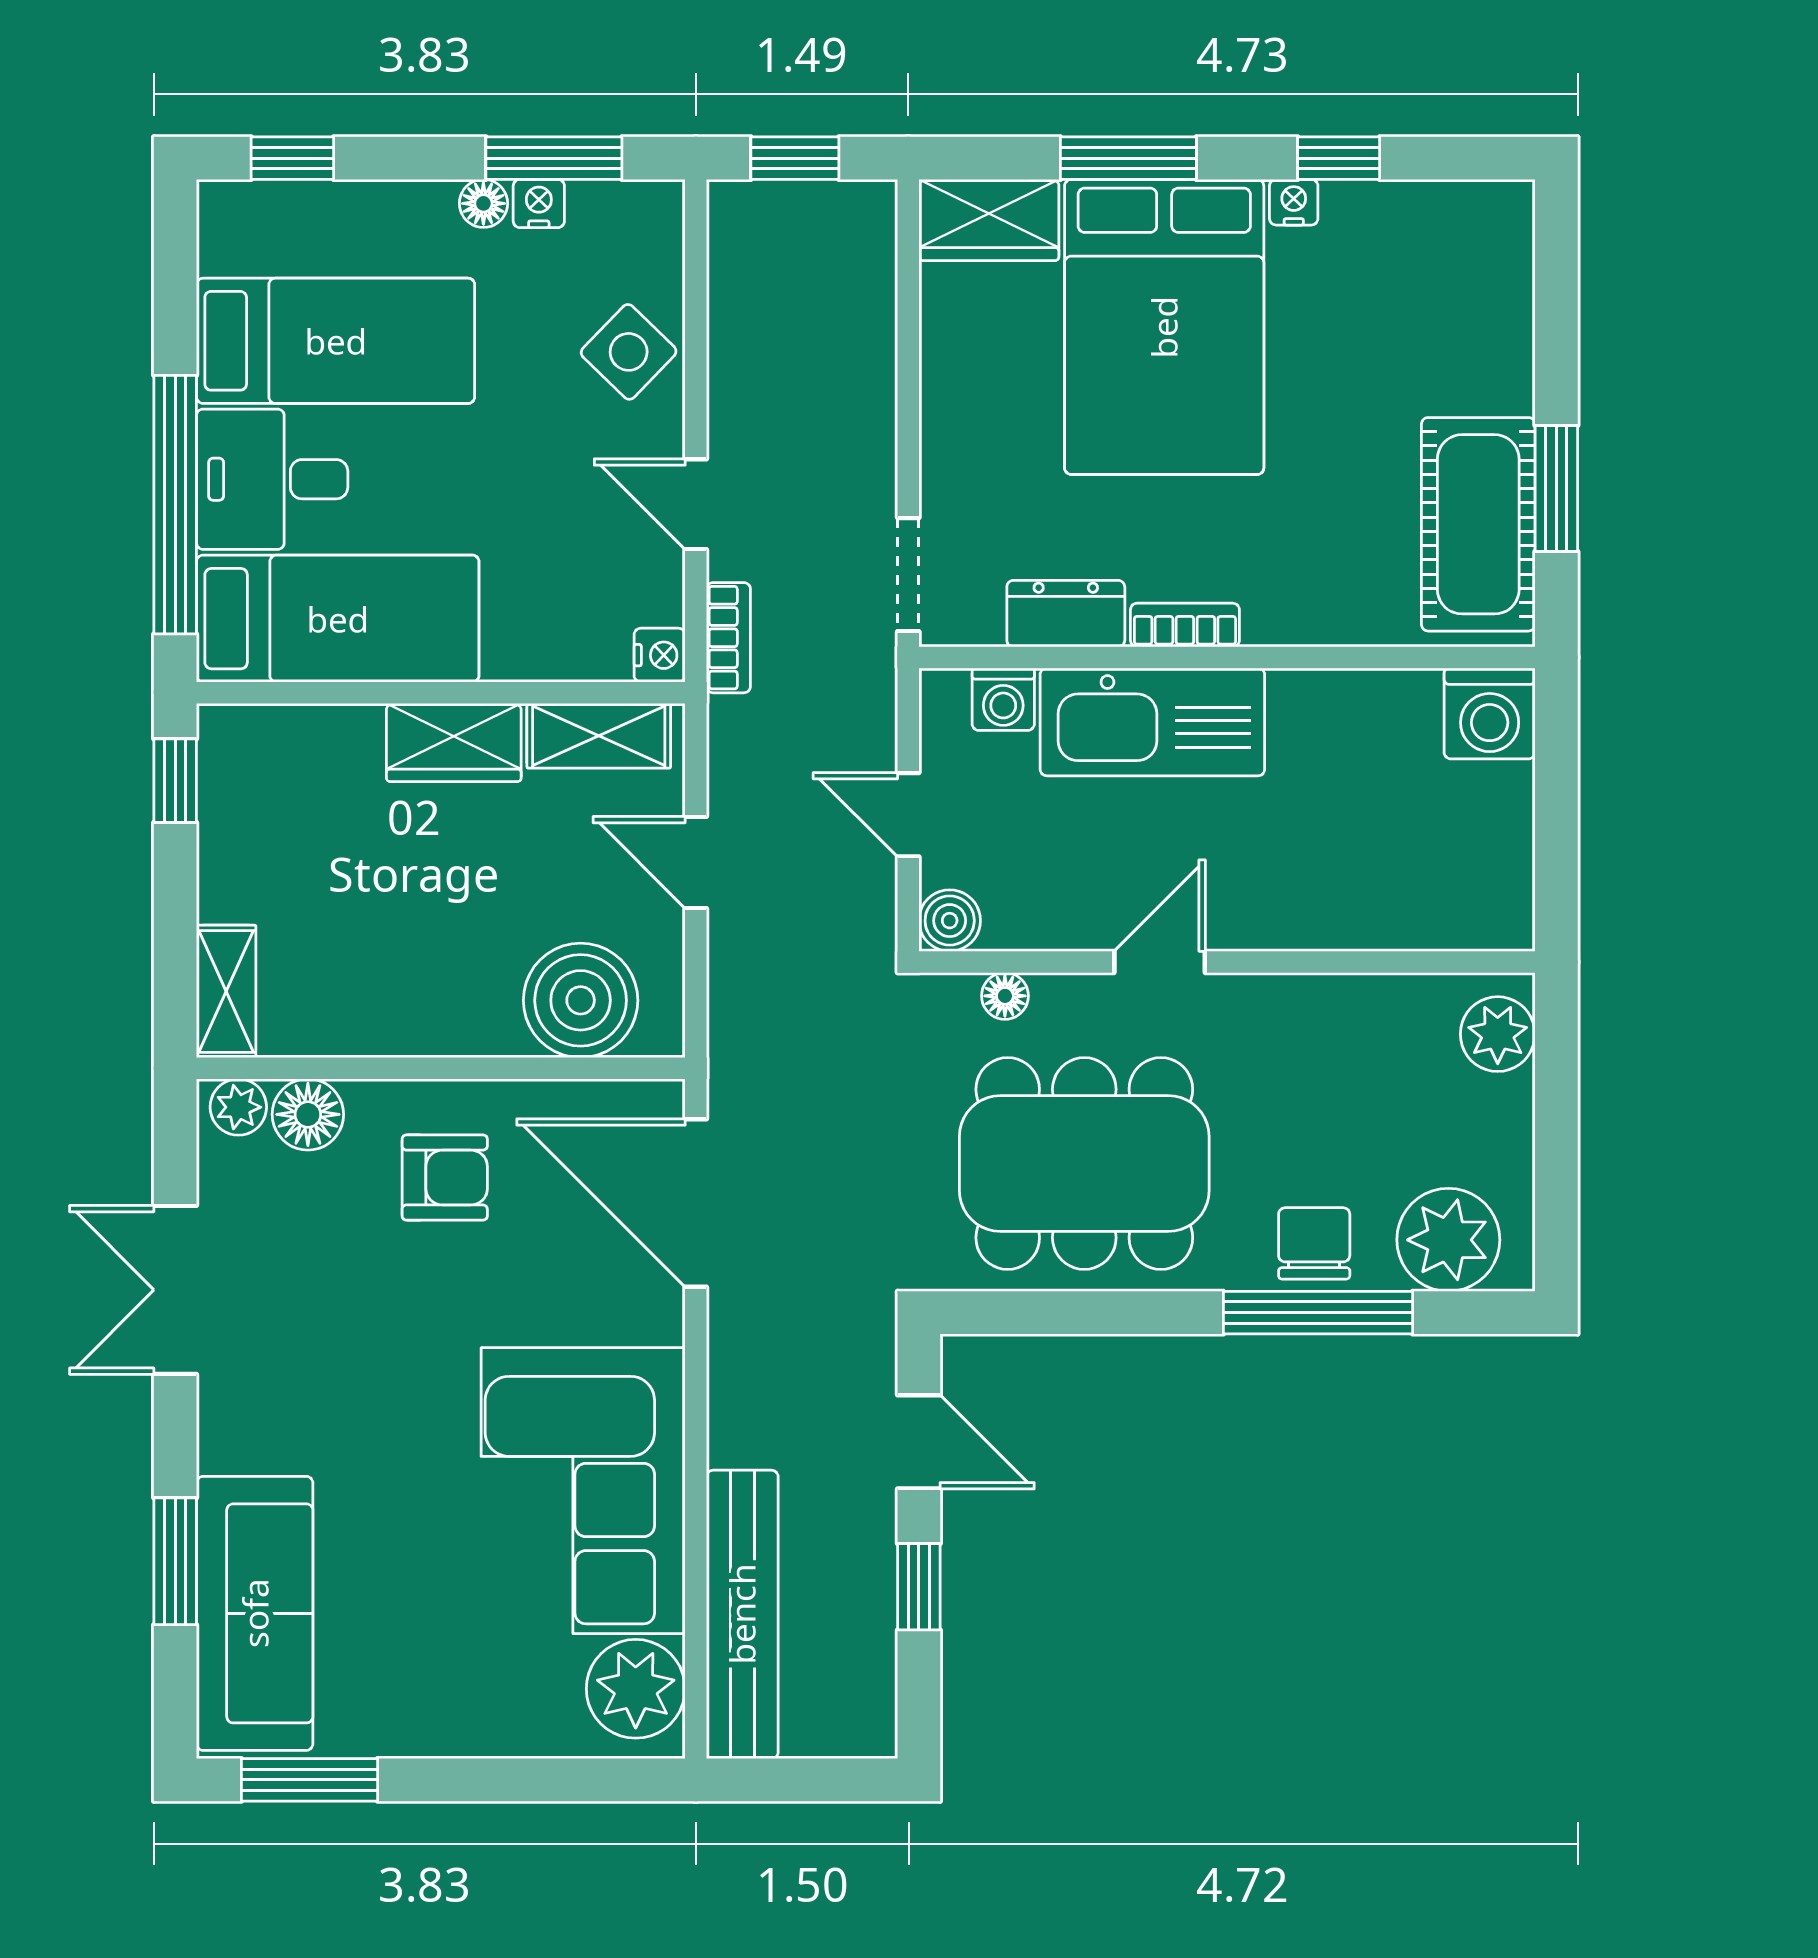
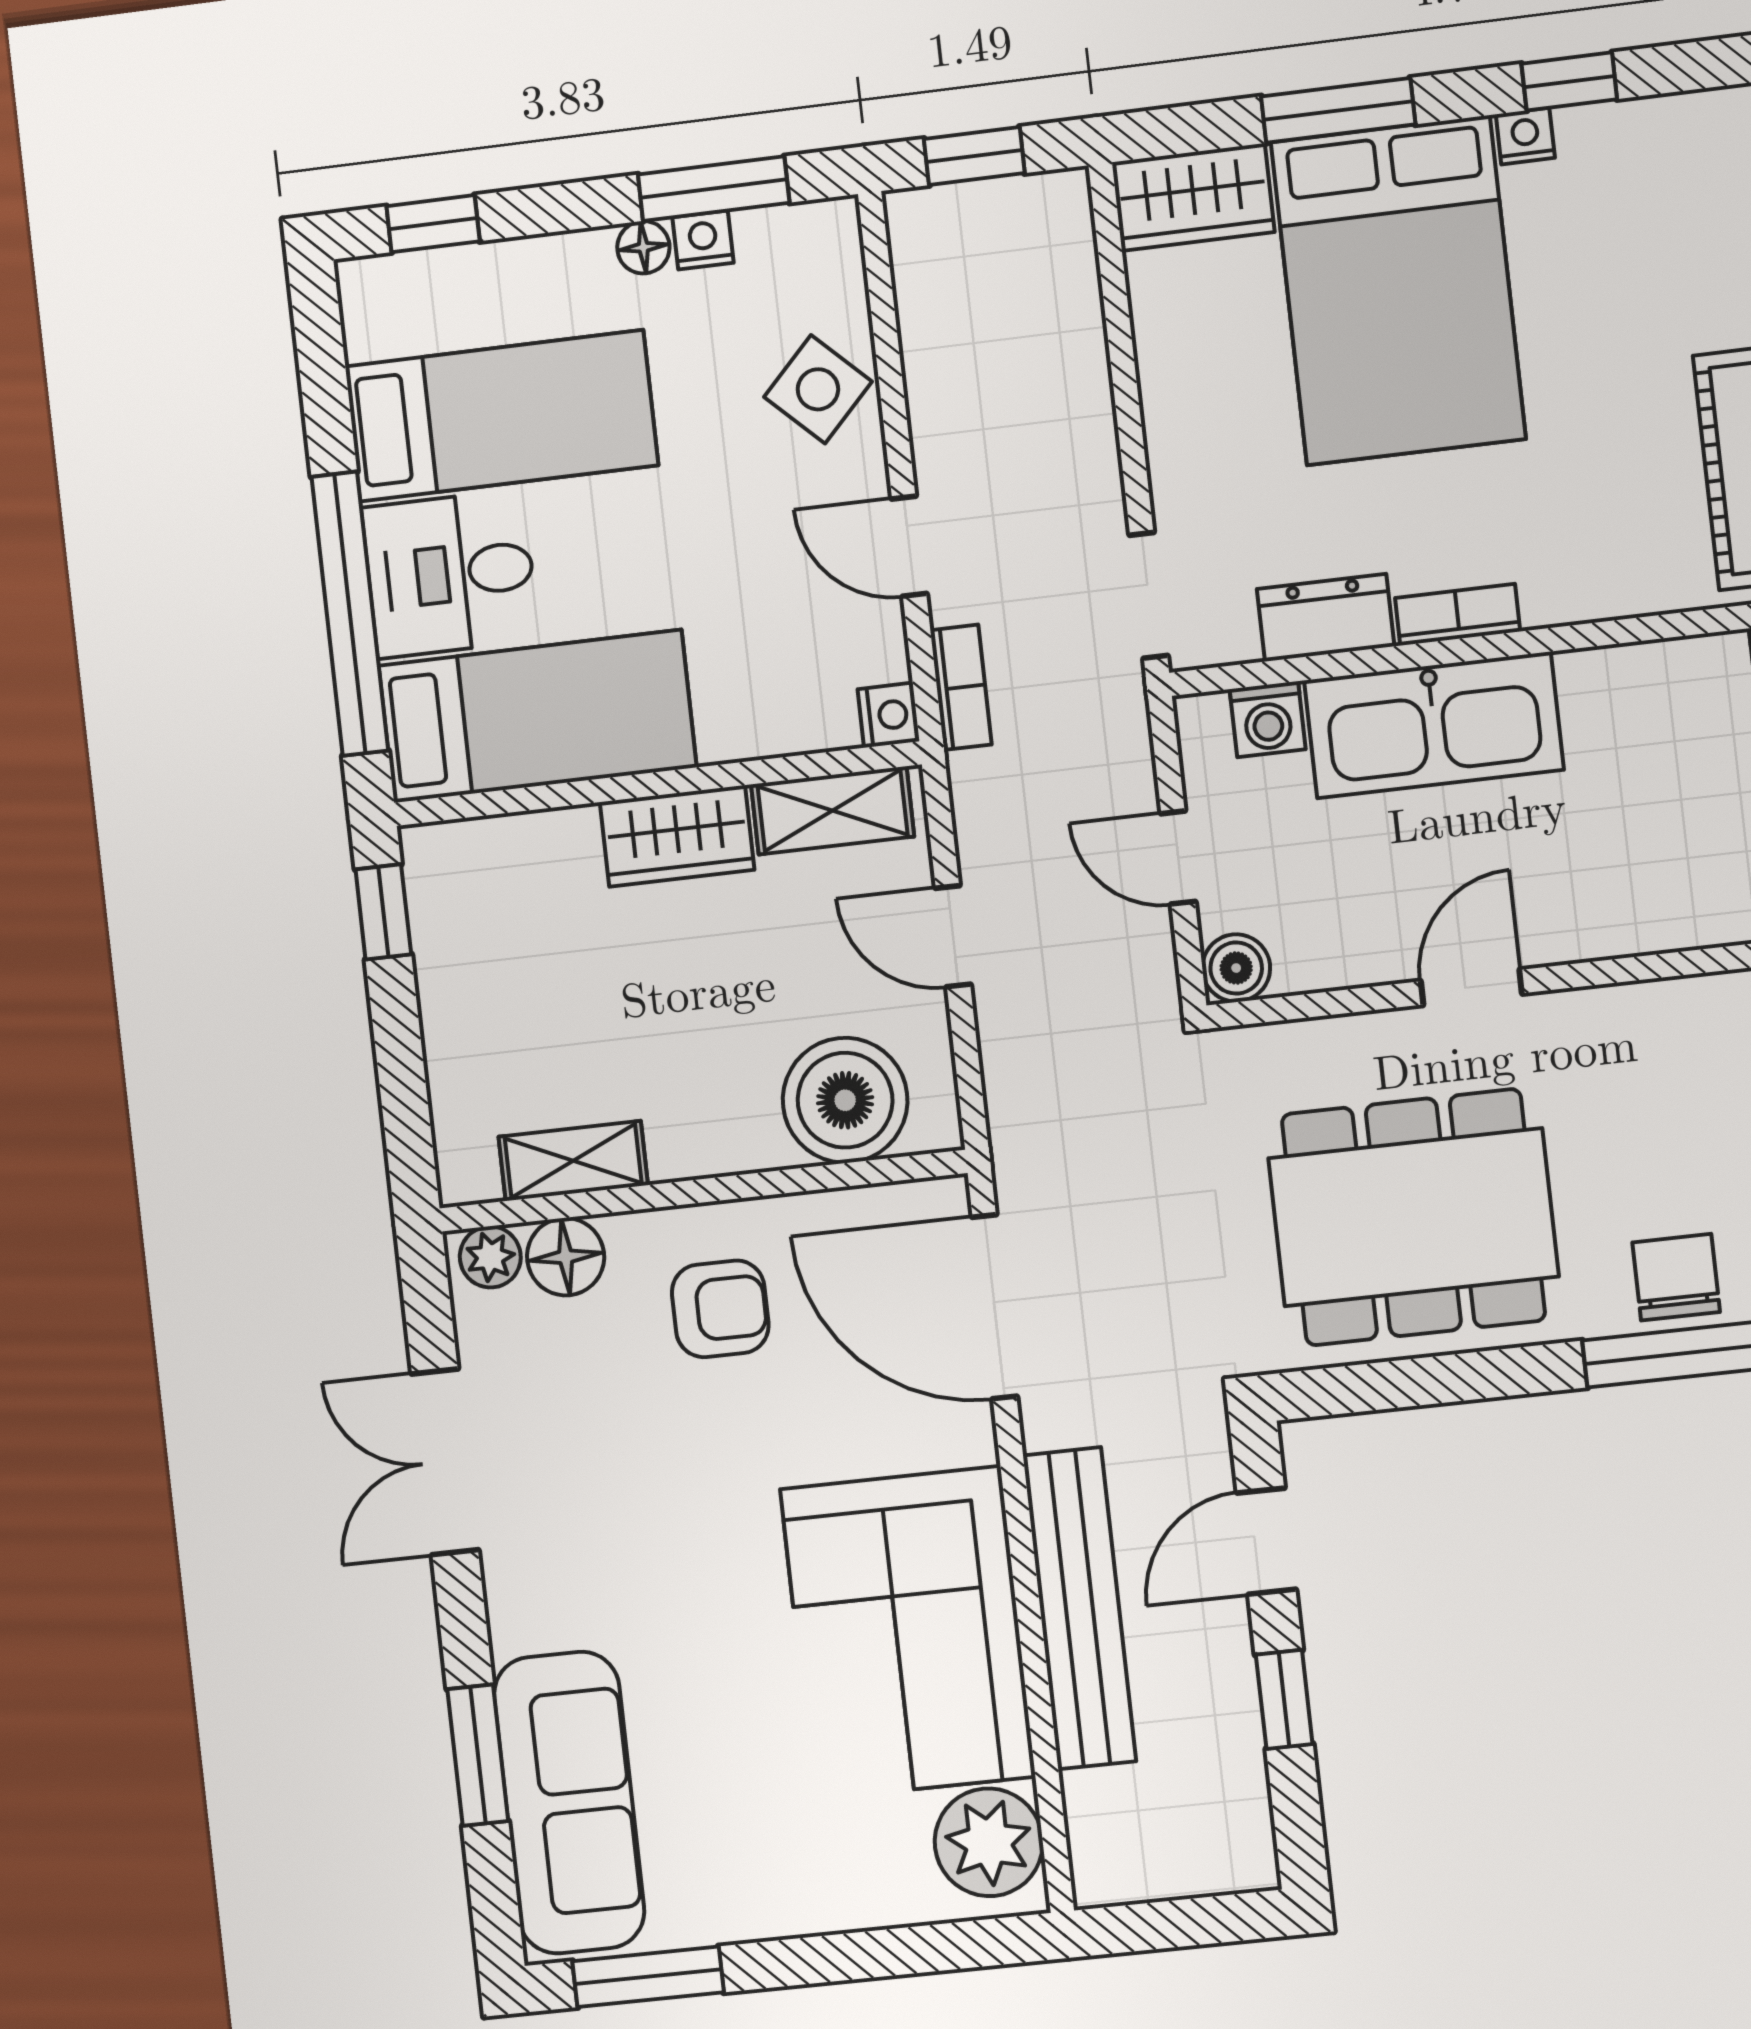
shelving: (226, 991) -> (573, 1161), moved, turned 90
floor lamp: (1005, 996) -> (1306, 1044), removed
door: (919, 1442) -> (1266, 1541), swing flipped
bench: (742, 1614) -> (1079, 1608), moved

